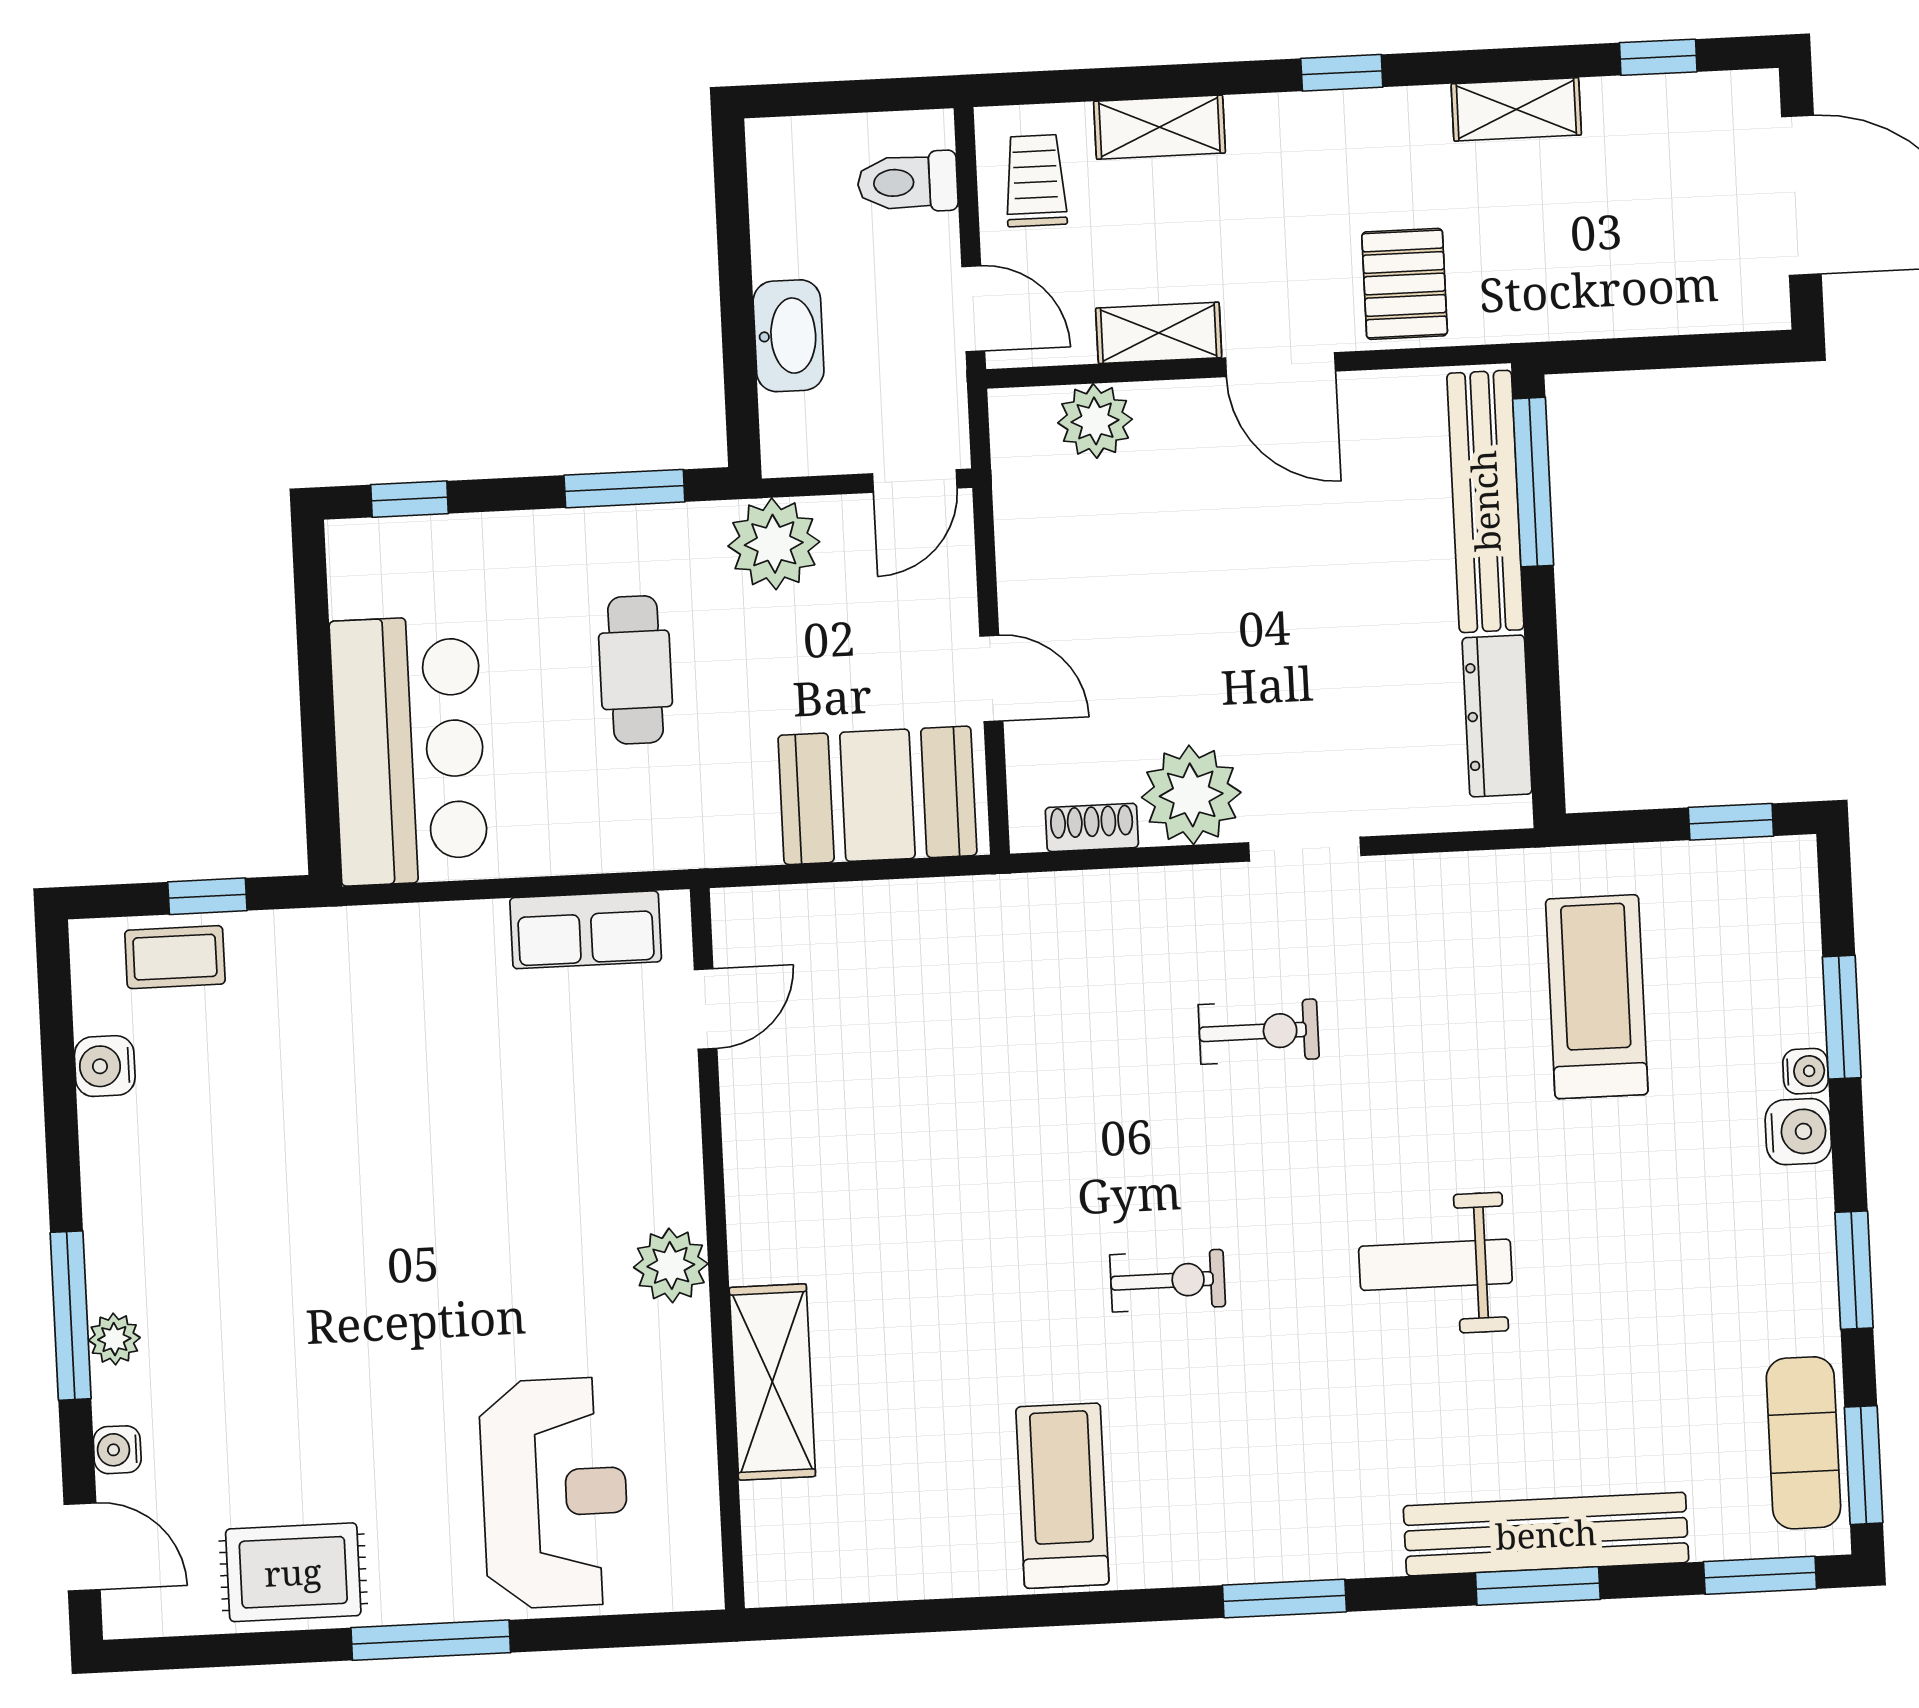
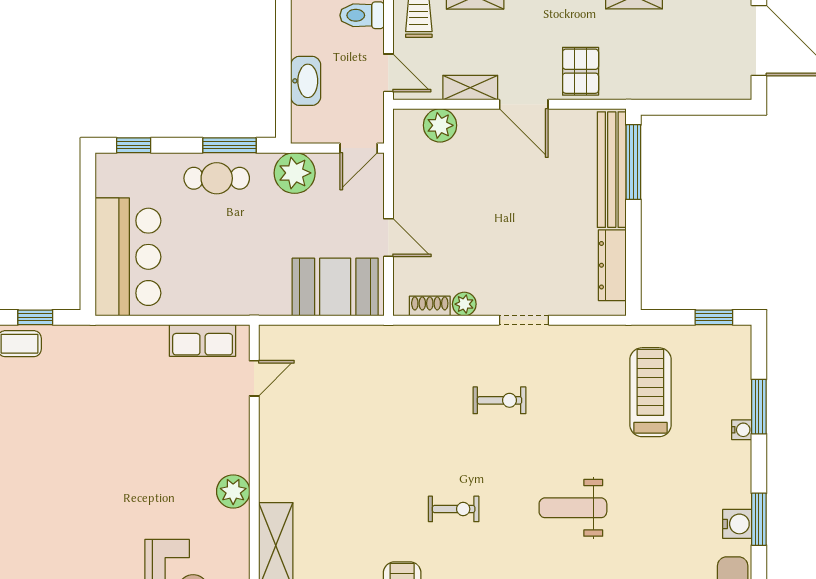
cafe table: (636, 670) -> (217, 178), moved, turned 90
plant: (1191, 795) -> (464, 304), width x0.53, depth x0.53
water cooler: (1798, 1132) -> (737, 524), moved

